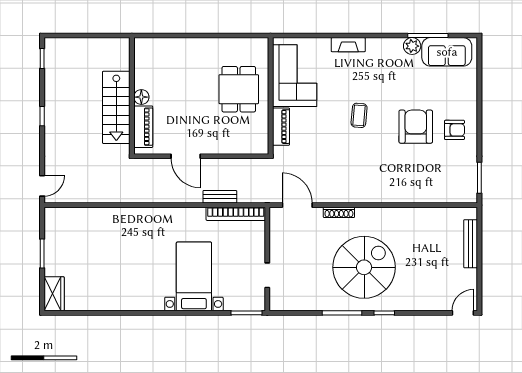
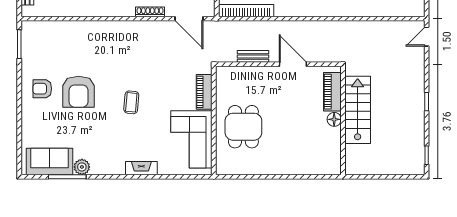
bench: (220, 197) -> (253, 56), moved

